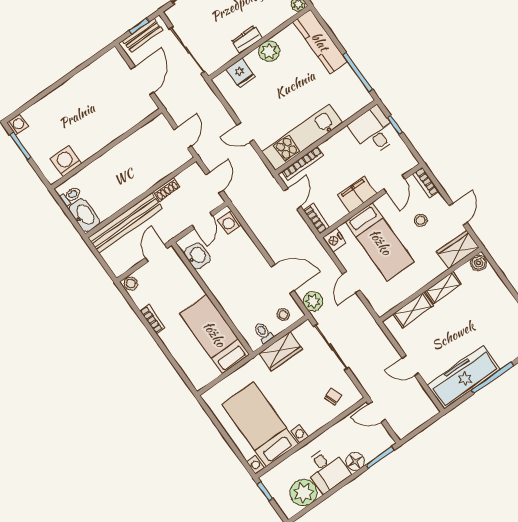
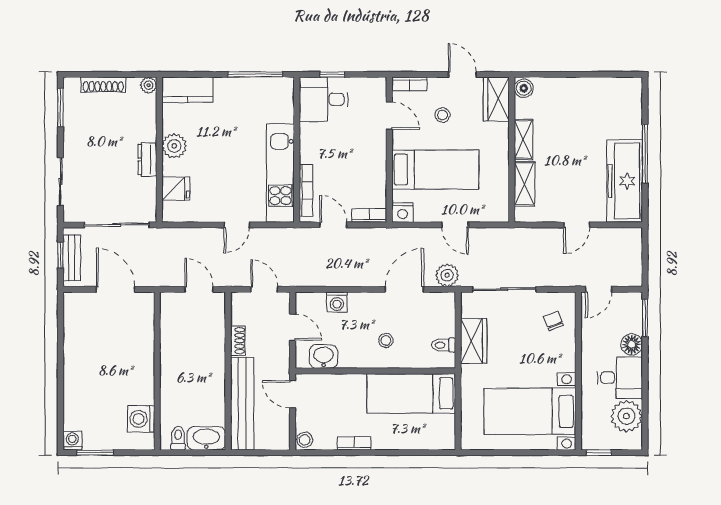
kitchen counter: (320, 42) -> (187, 90), width x0.67
filing cabinet: (357, 194) -> (374, 159), removed
washing machine: (230, 223) -> (337, 302), moved
stool: (283, 315) -> (386, 340), moved

